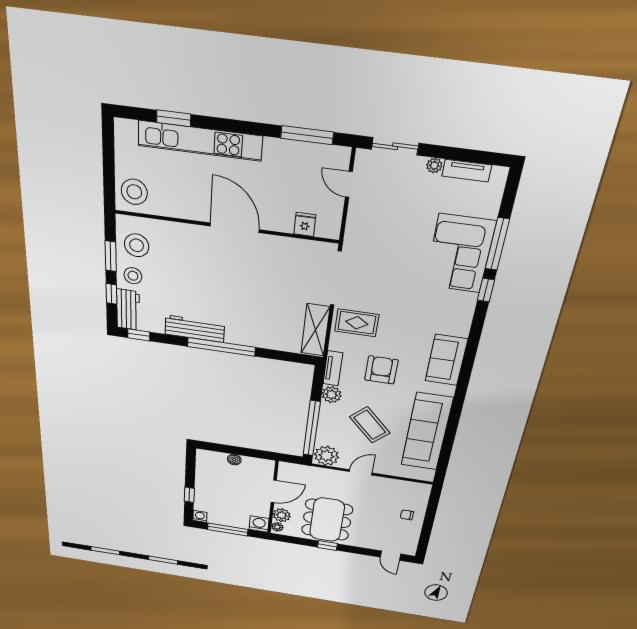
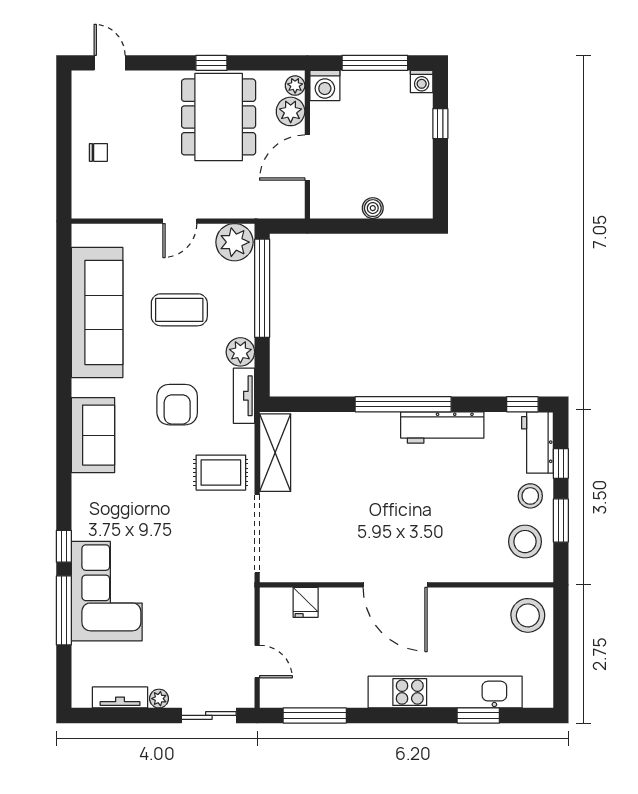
coffee table: (370, 425) -> (179, 310), turned -46

